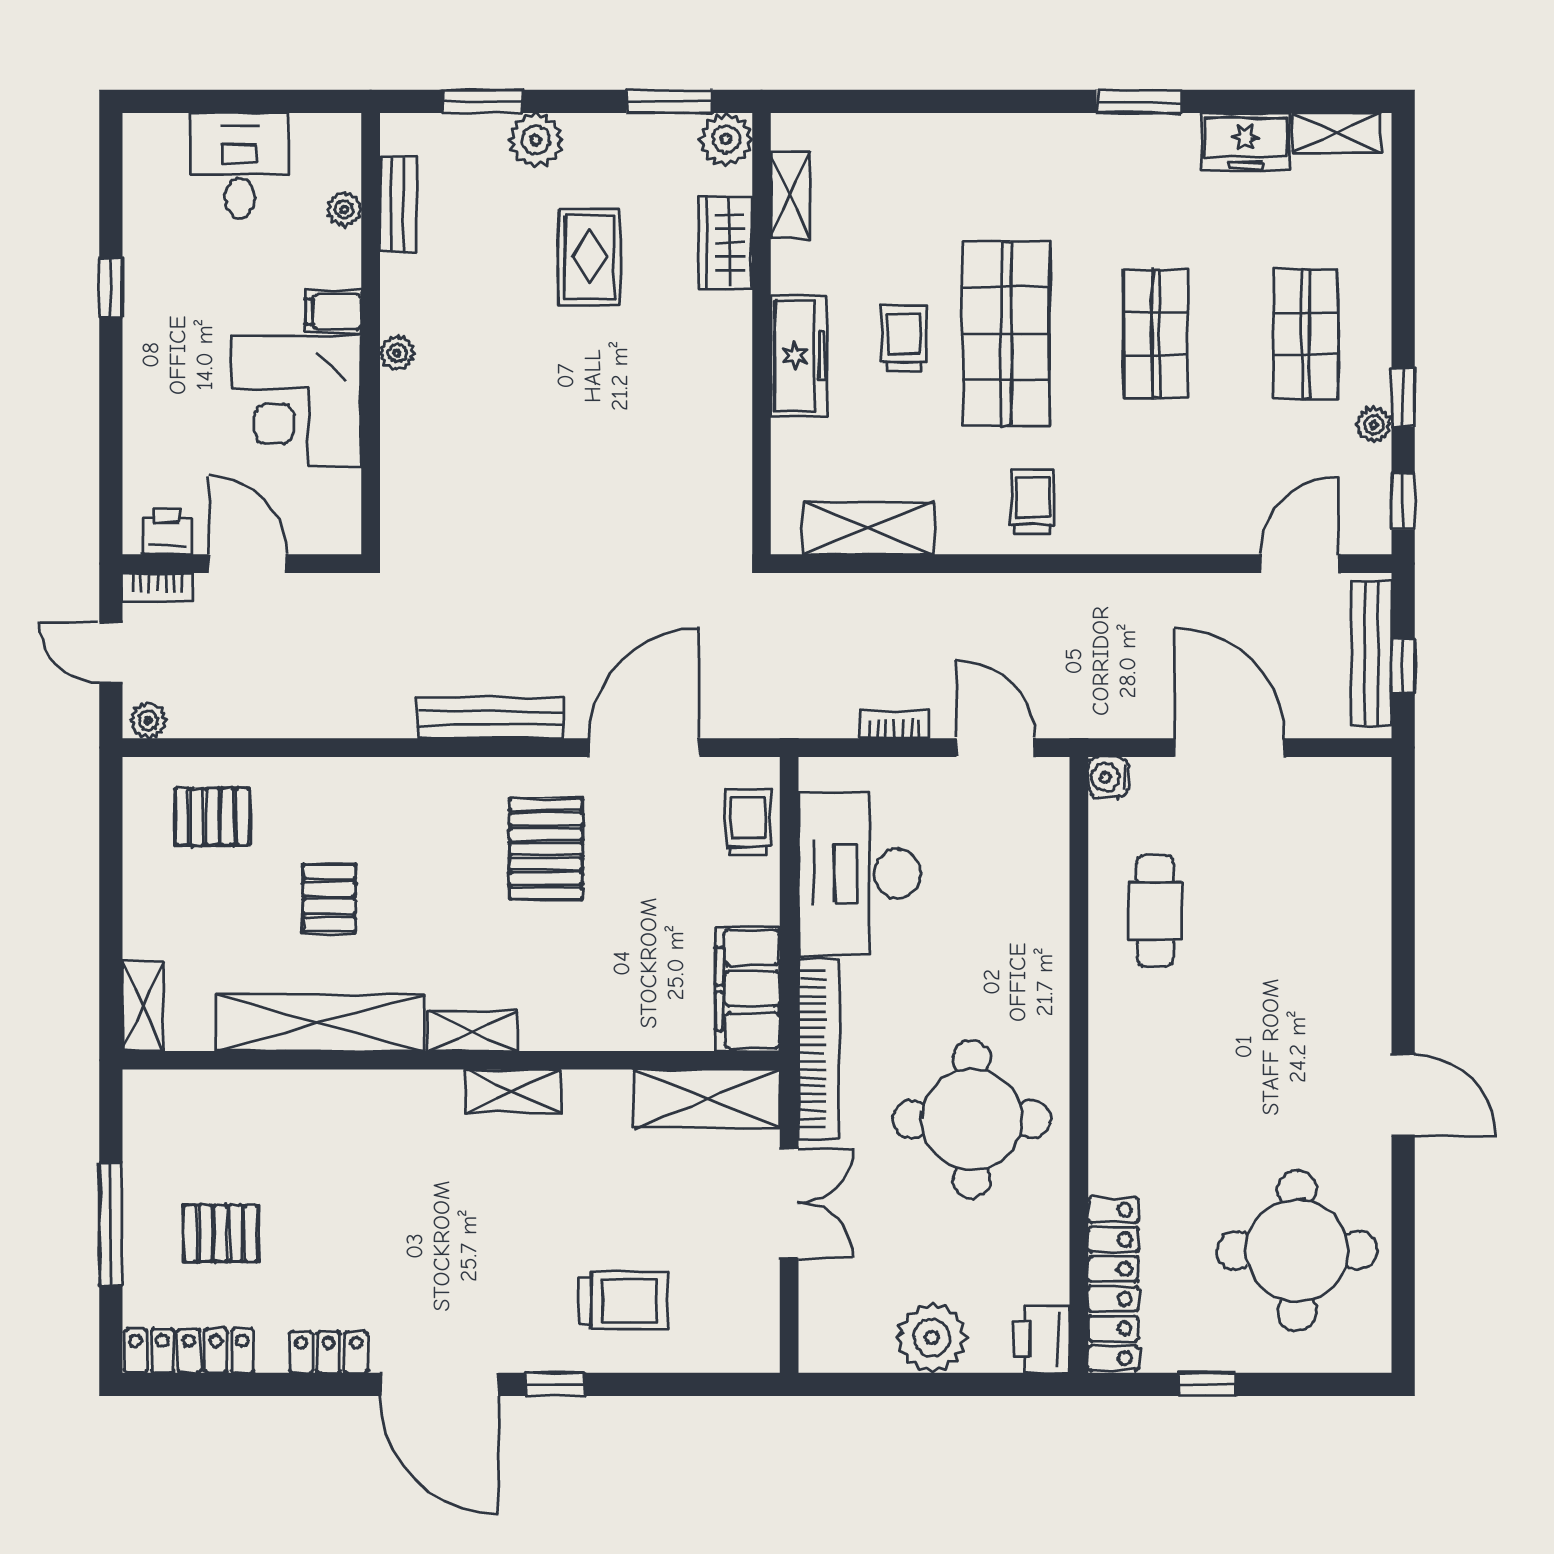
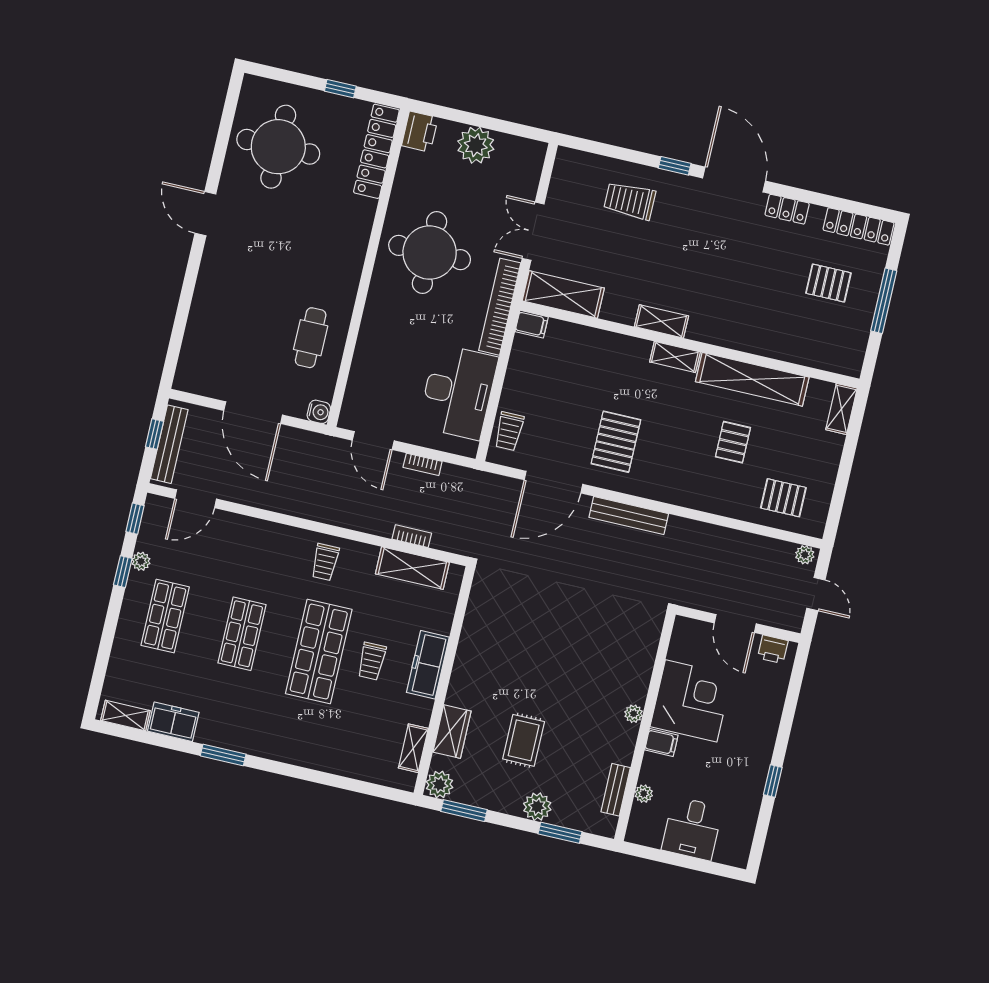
bookcase: (158, 587) -> (412, 536), moved
filing cabinet: (748, 989) -> (532, 324), width x0.33, depth x0.86

